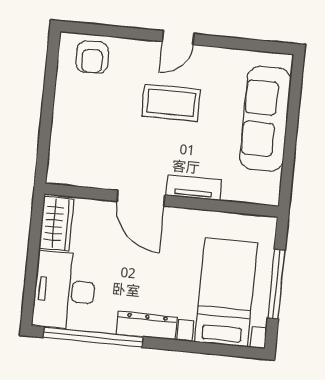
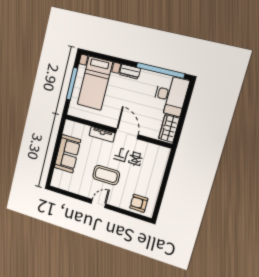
armchair: (92, 57) -> (139, 203), turned -88
sofa: (265, 119) -> (67, 154), width x0.73
dresser: (147, 326) -> (130, 72), width x0.70

